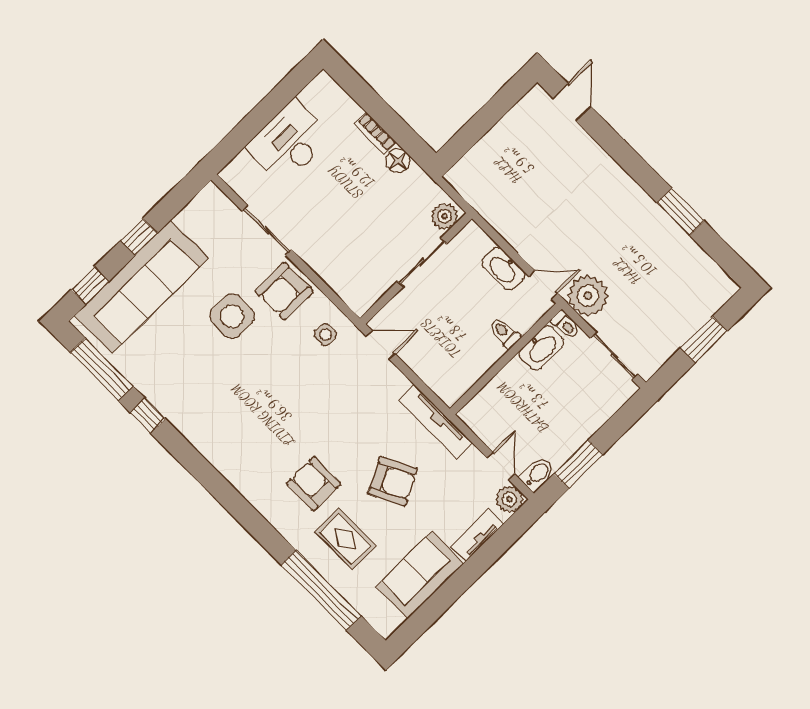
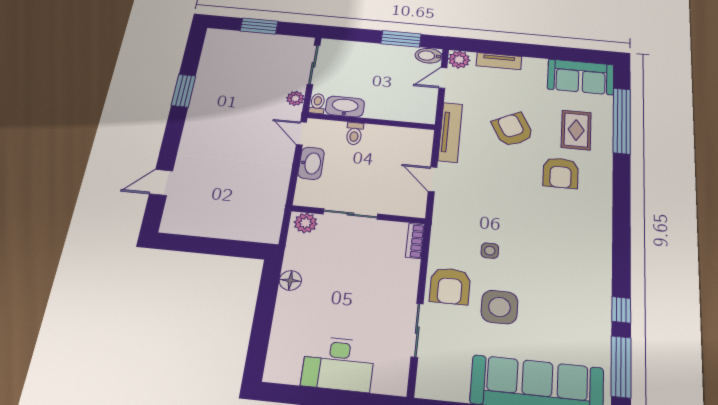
door: (572, 102) -> (161, 182), moved
bookcase: (375, 133) -> (415, 241), moved, turned 180
armchair: (284, 291) -> (450, 286), turned 90
plant: (588, 296) -> (295, 98), width x0.53, depth x0.53
side table: (326, 335) -> (490, 251), moved
door: (381, 345) -> (433, 179), moved
sofa: (420, 575) -> (581, 77), moved

